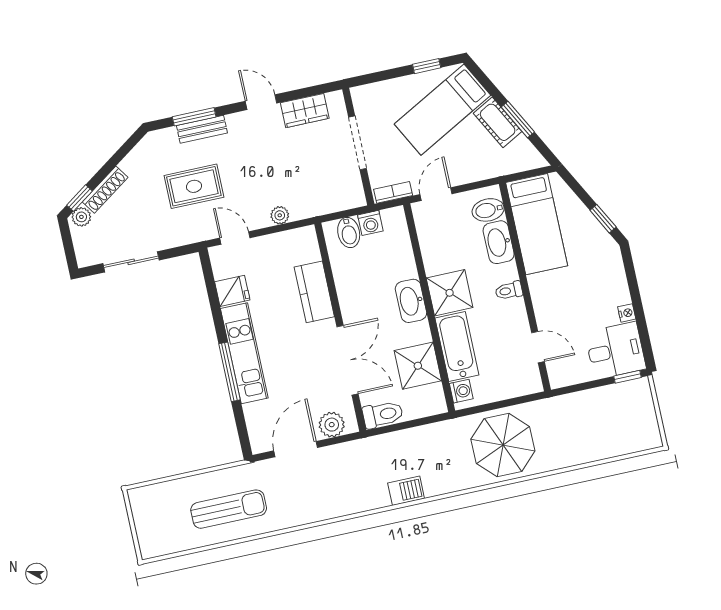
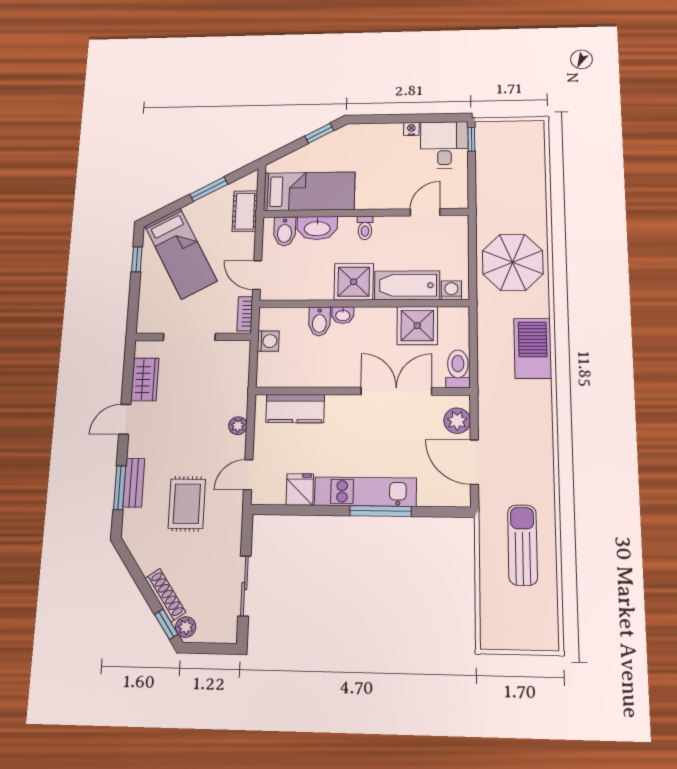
cot: (498, 122) -> (245, 211), moved, turned -62
bidet: (349, 232) -> (319, 321), moved, turned 90
kitchen counter: (314, 292) -> (295, 409), moved
washbasin: (411, 301) -> (343, 315), width x0.52, depth x0.69
barbecue: (406, 491) -> (533, 348), width x1.88, depth x1.53

